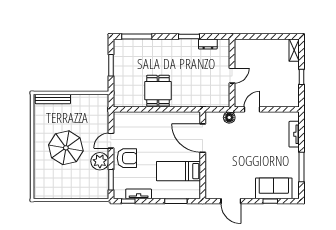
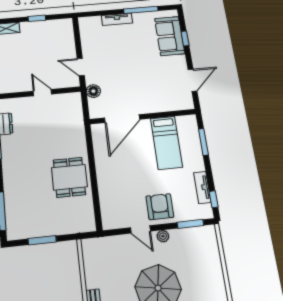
dining table: (158, 91) -> (69, 177), turned 90
tv unit: (294, 134) -> (117, 19), moved
plant: (100, 161) -> (163, 236), width x0.53, depth x0.53

